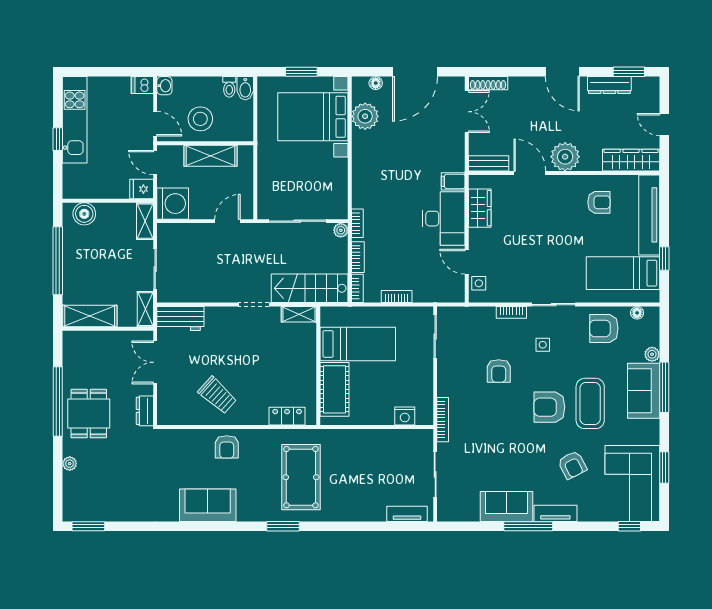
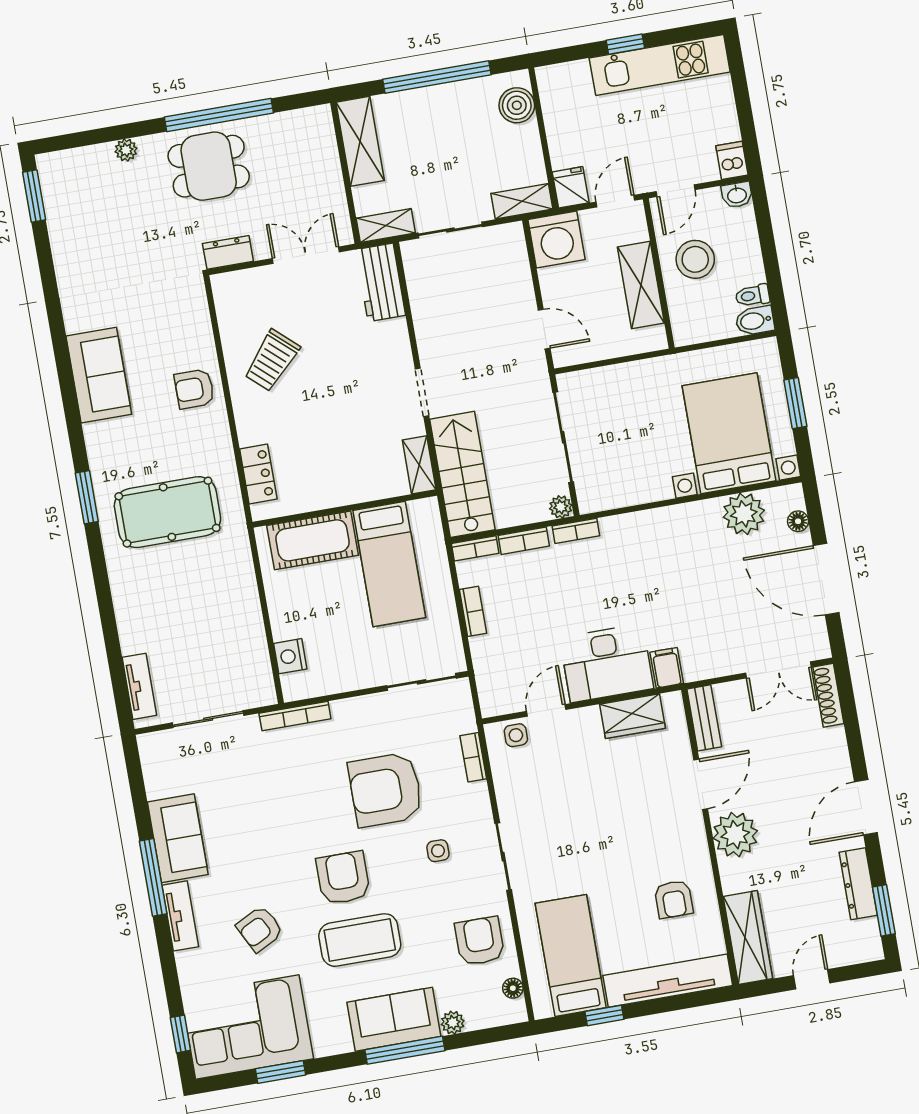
bookcase: (511, 312) -> (473, 757), moved
armchair: (499, 371) -> (385, 790), width x1.88, depth x1.88

